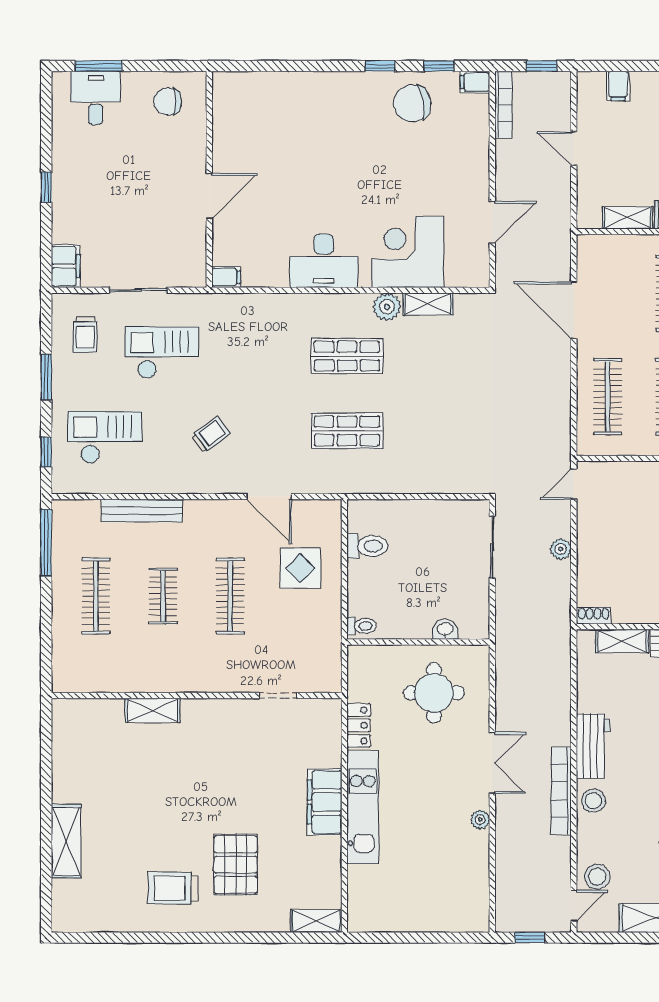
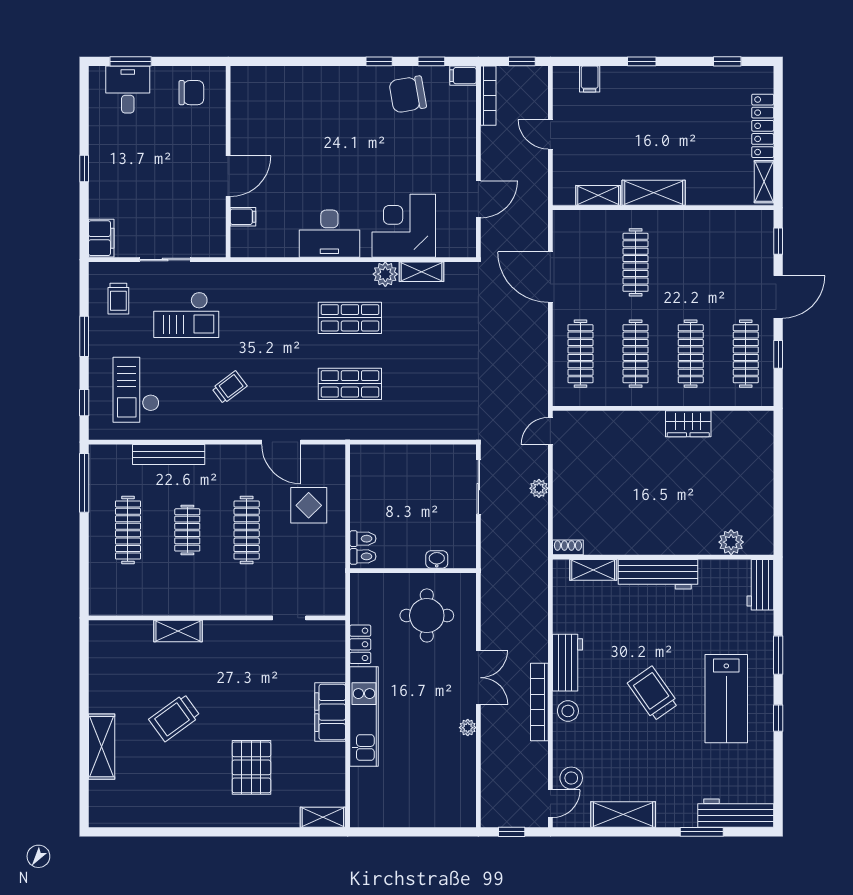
chair: (168, 101) -> (191, 93), turned 180
filing cabinet: (226, 277) -> (243, 217), moved
checkout: (162, 353) -> (186, 315), turned 180
checkout: (105, 437) -> (136, 390), turned -90
toilet: (367, 546) -> (363, 539), moved, width x0.73, depth x0.72
trolley: (173, 888) -> (175, 718), moved, turned -36

